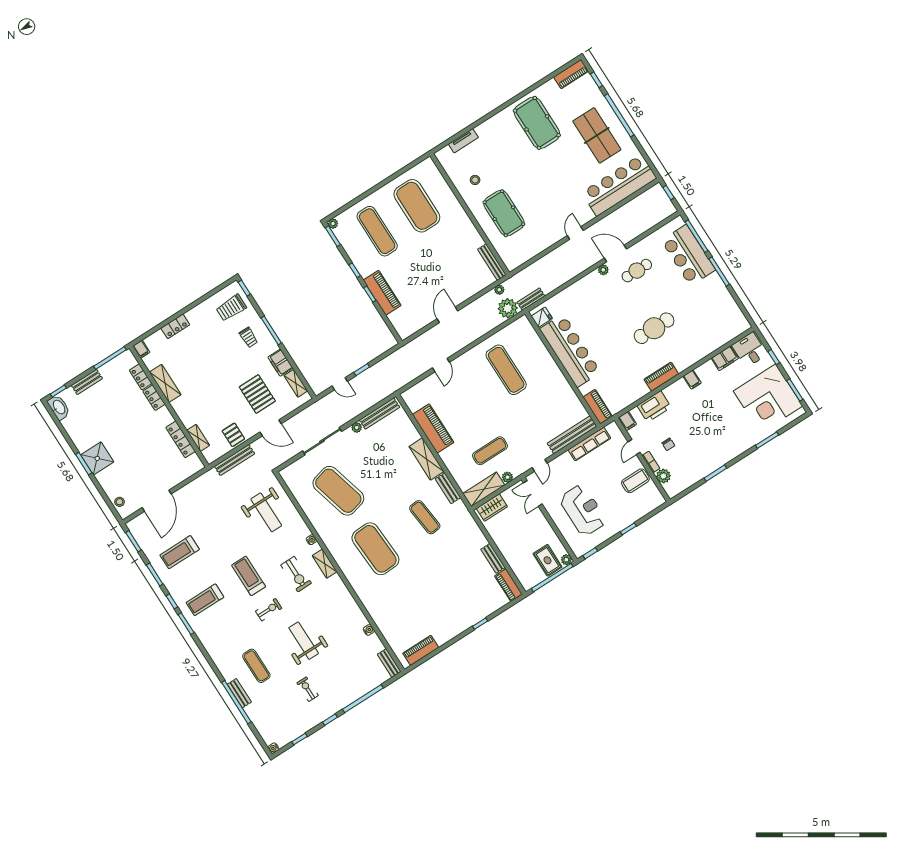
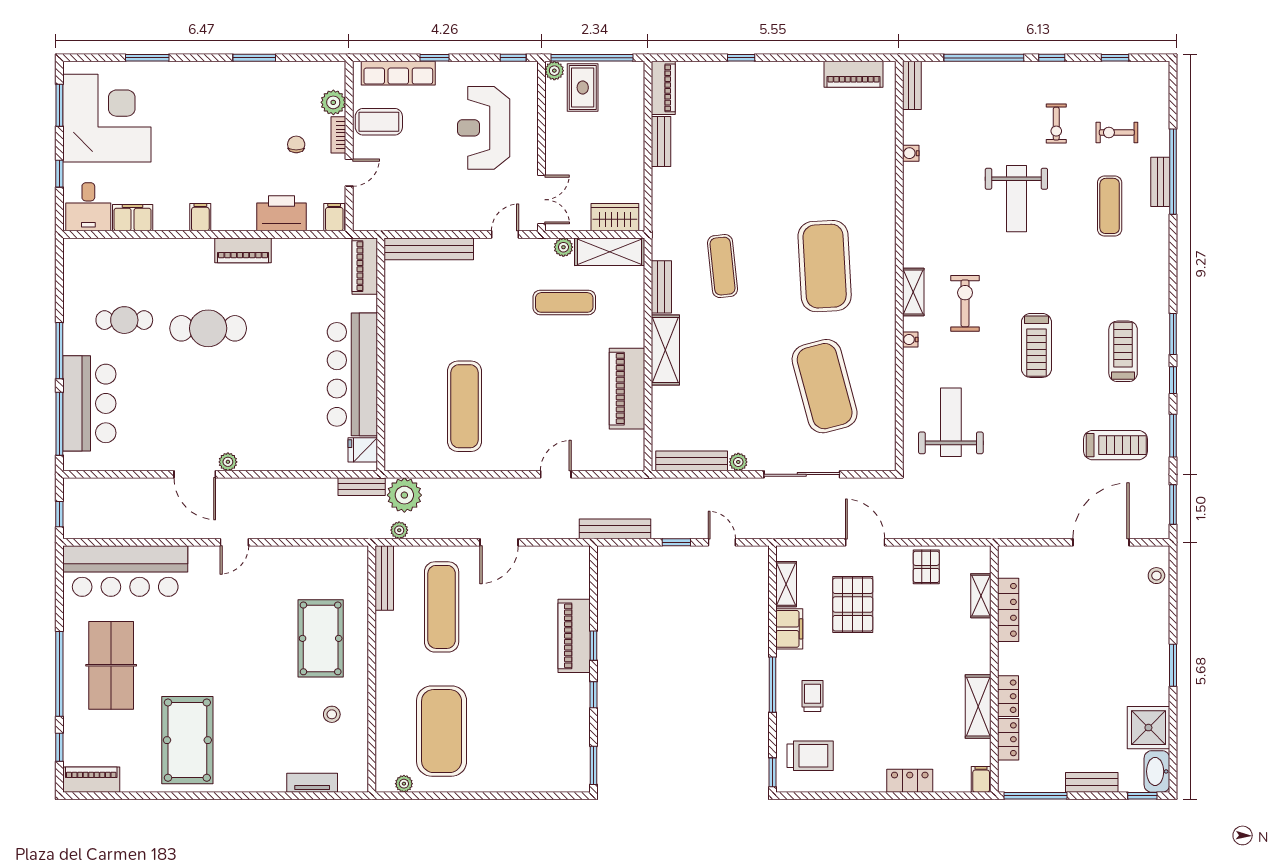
plant: (333, 224) -> (404, 784), moved
exercise mat: (377, 231) -> (442, 607), moved
cafe table: (637, 271) -> (124, 320), moved
row of seats: (589, 444) -> (398, 73), moved, turned 180
shower: (97, 458) -> (1148, 728), moved
bench: (235, 460) -> (615, 529), moved
treadmill: (205, 600) -> (1123, 351), turned -90
exercise bike: (269, 610) -> (1117, 133), moved
water cooler: (273, 748) -> (1162, 69), removed

